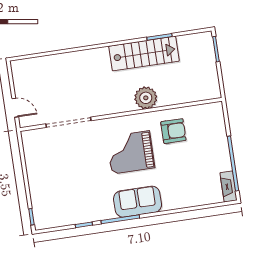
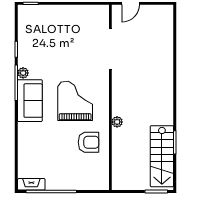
stairs: (144, 54) -> (162, 156), moved
plant: (146, 98) -> (117, 122), width x0.53, depth x0.53
armchair: (173, 131) -> (88, 142), turned -90
plant: (109, 213) -> (23, 73), added

